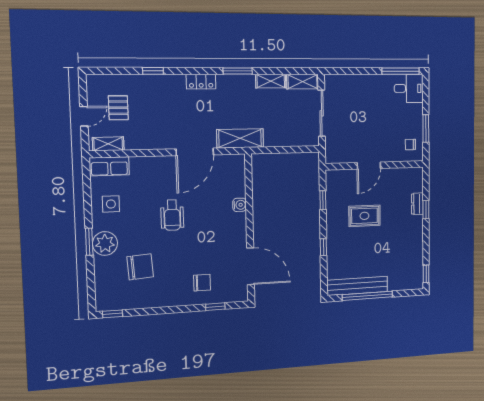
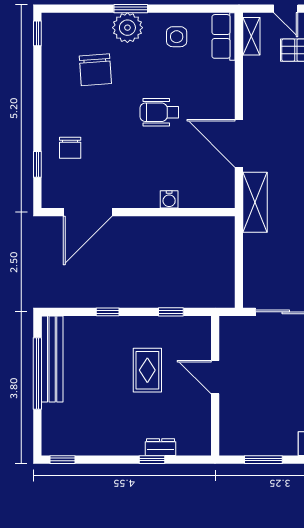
chair: (410, 145) -> (242, 437), removed

